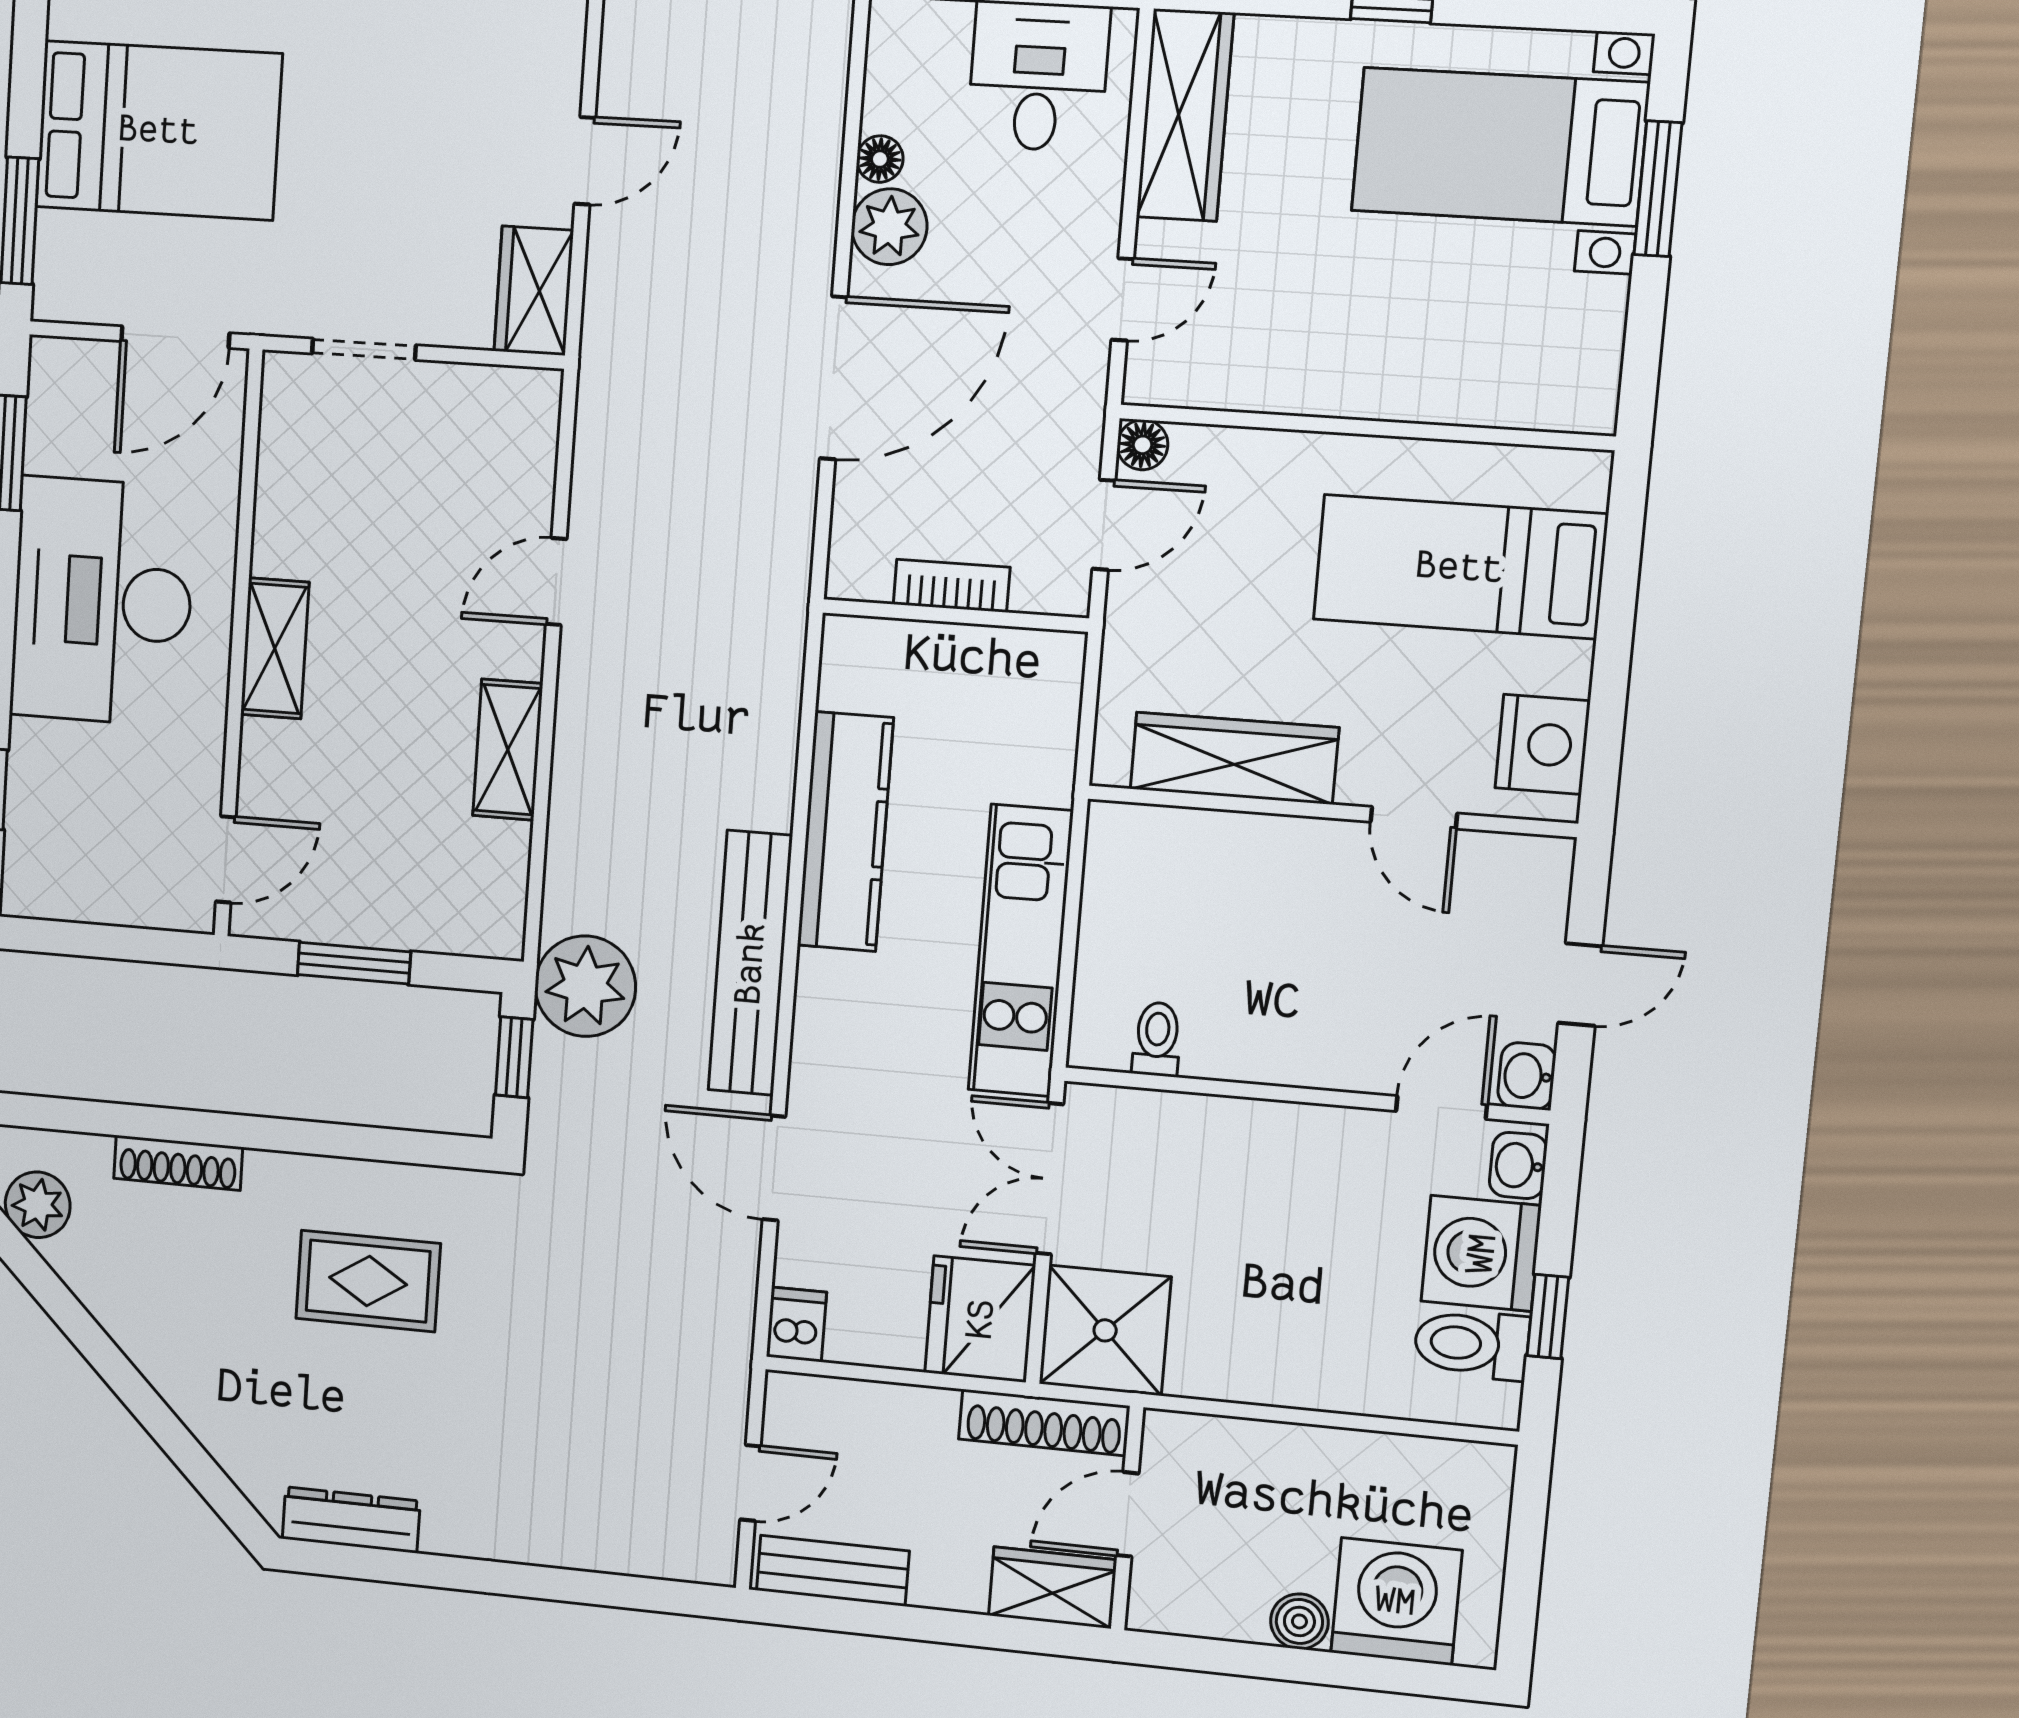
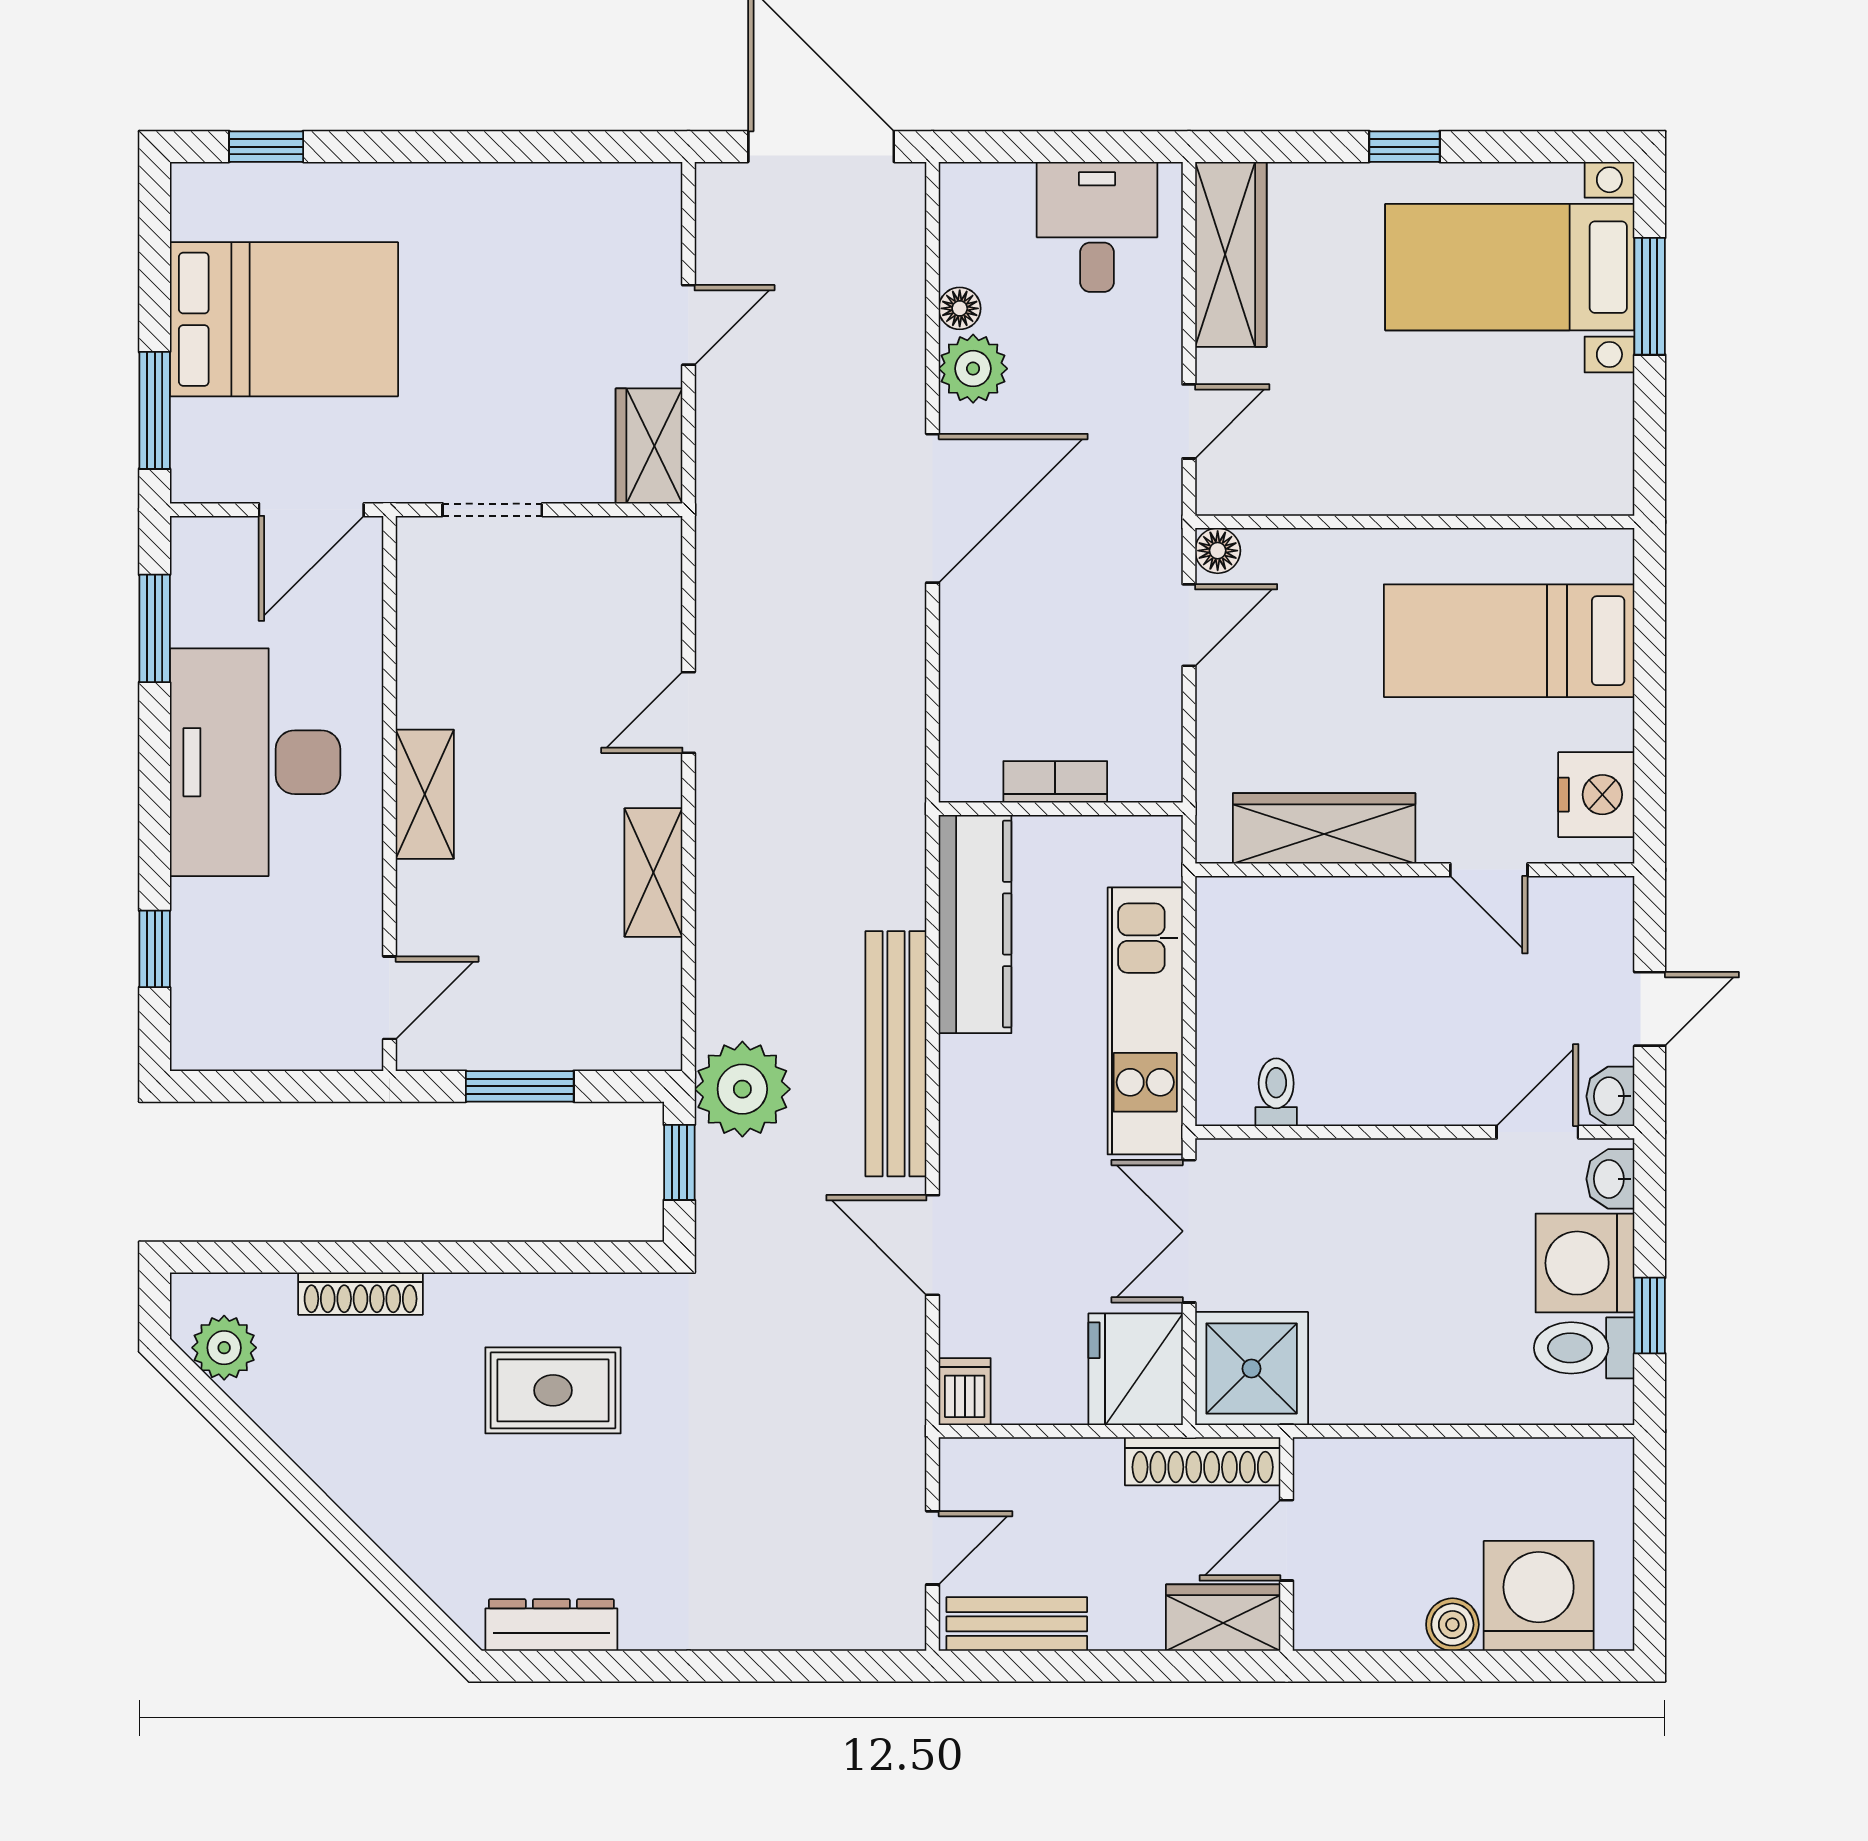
bookcase: (952, 586) -> (1055, 782), moved
wall: (955, 616) -> (1061, 809), moved

